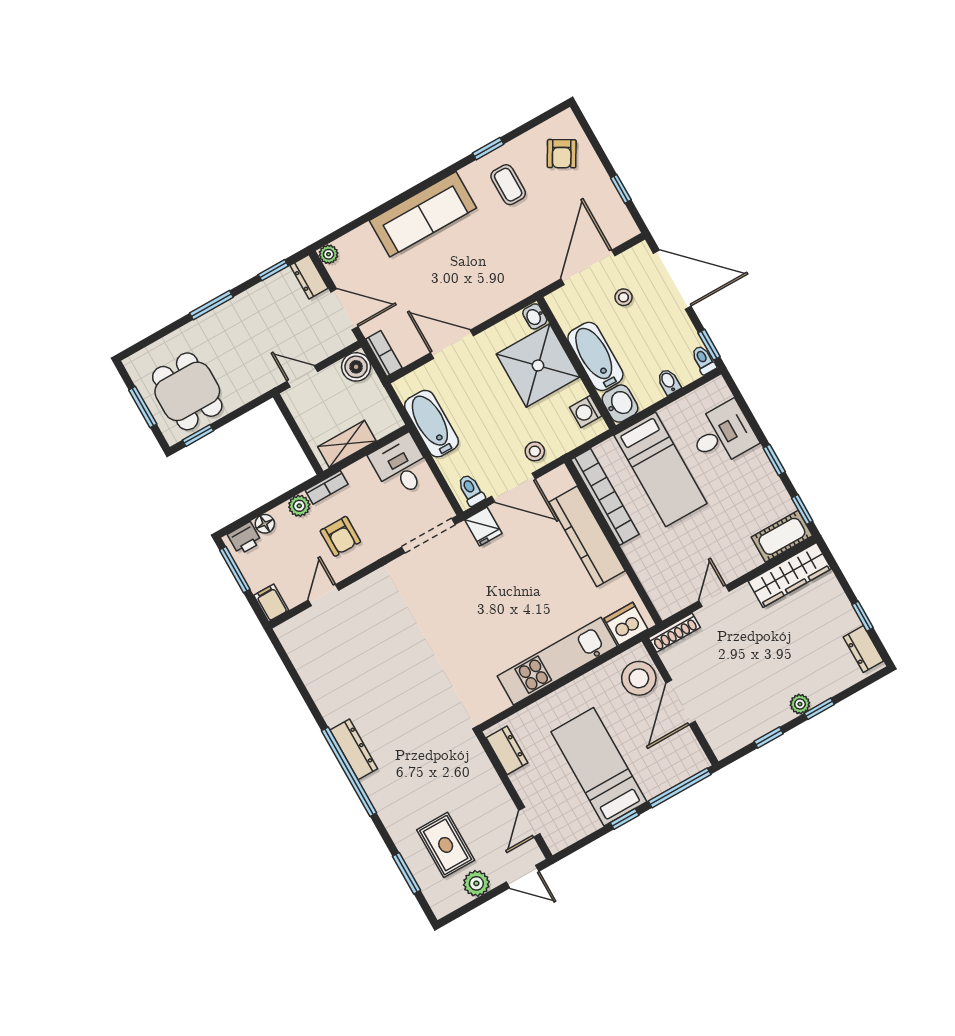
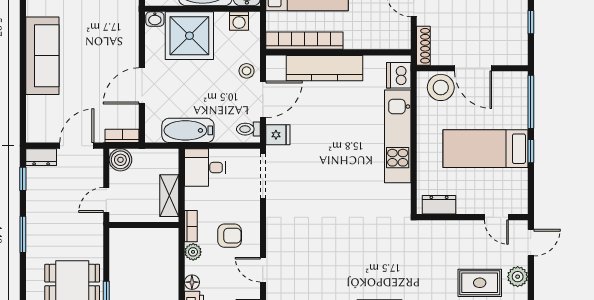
plant: (329, 254) -> (33, 135), removed

